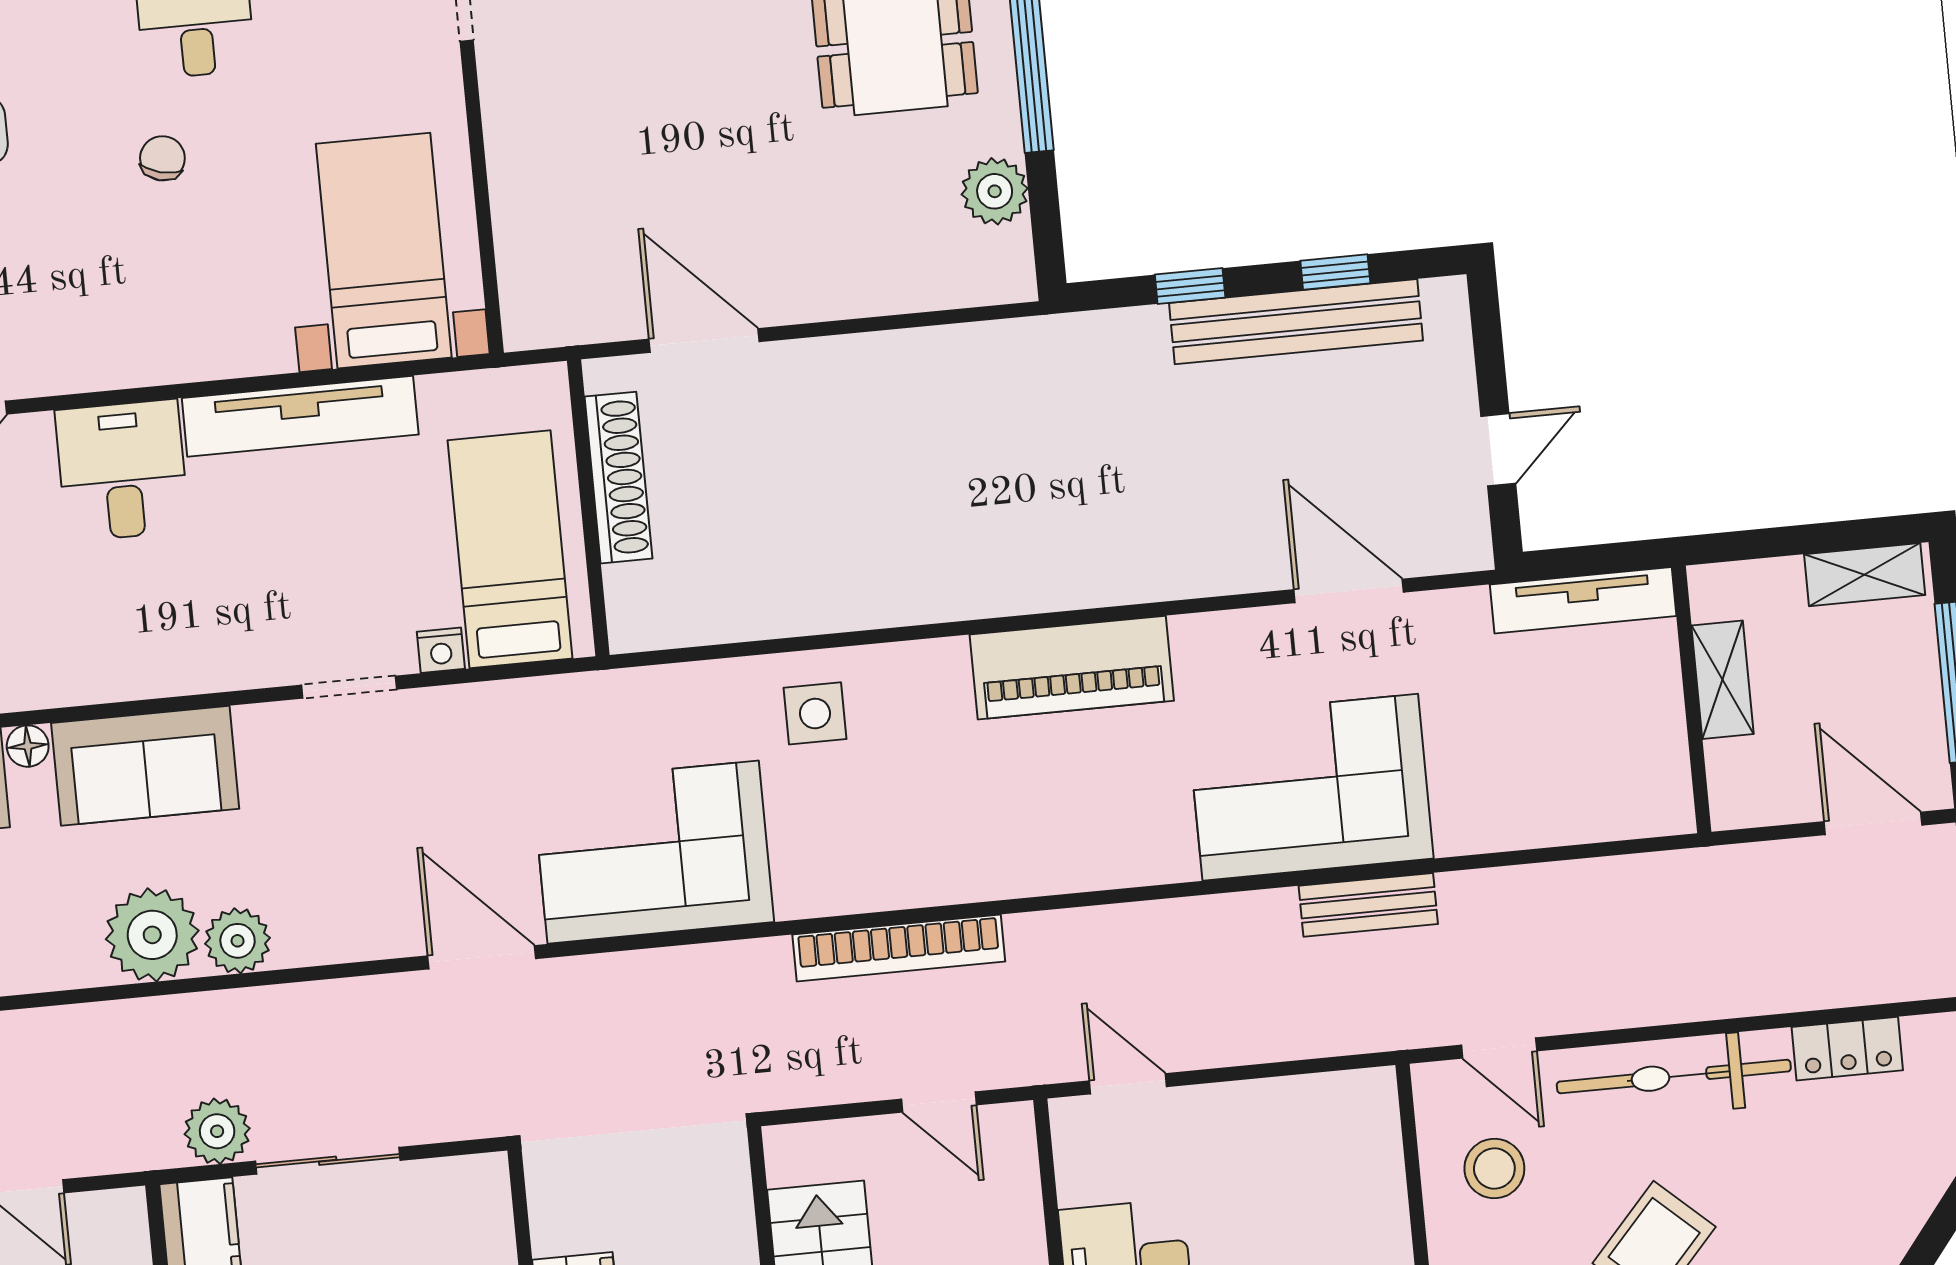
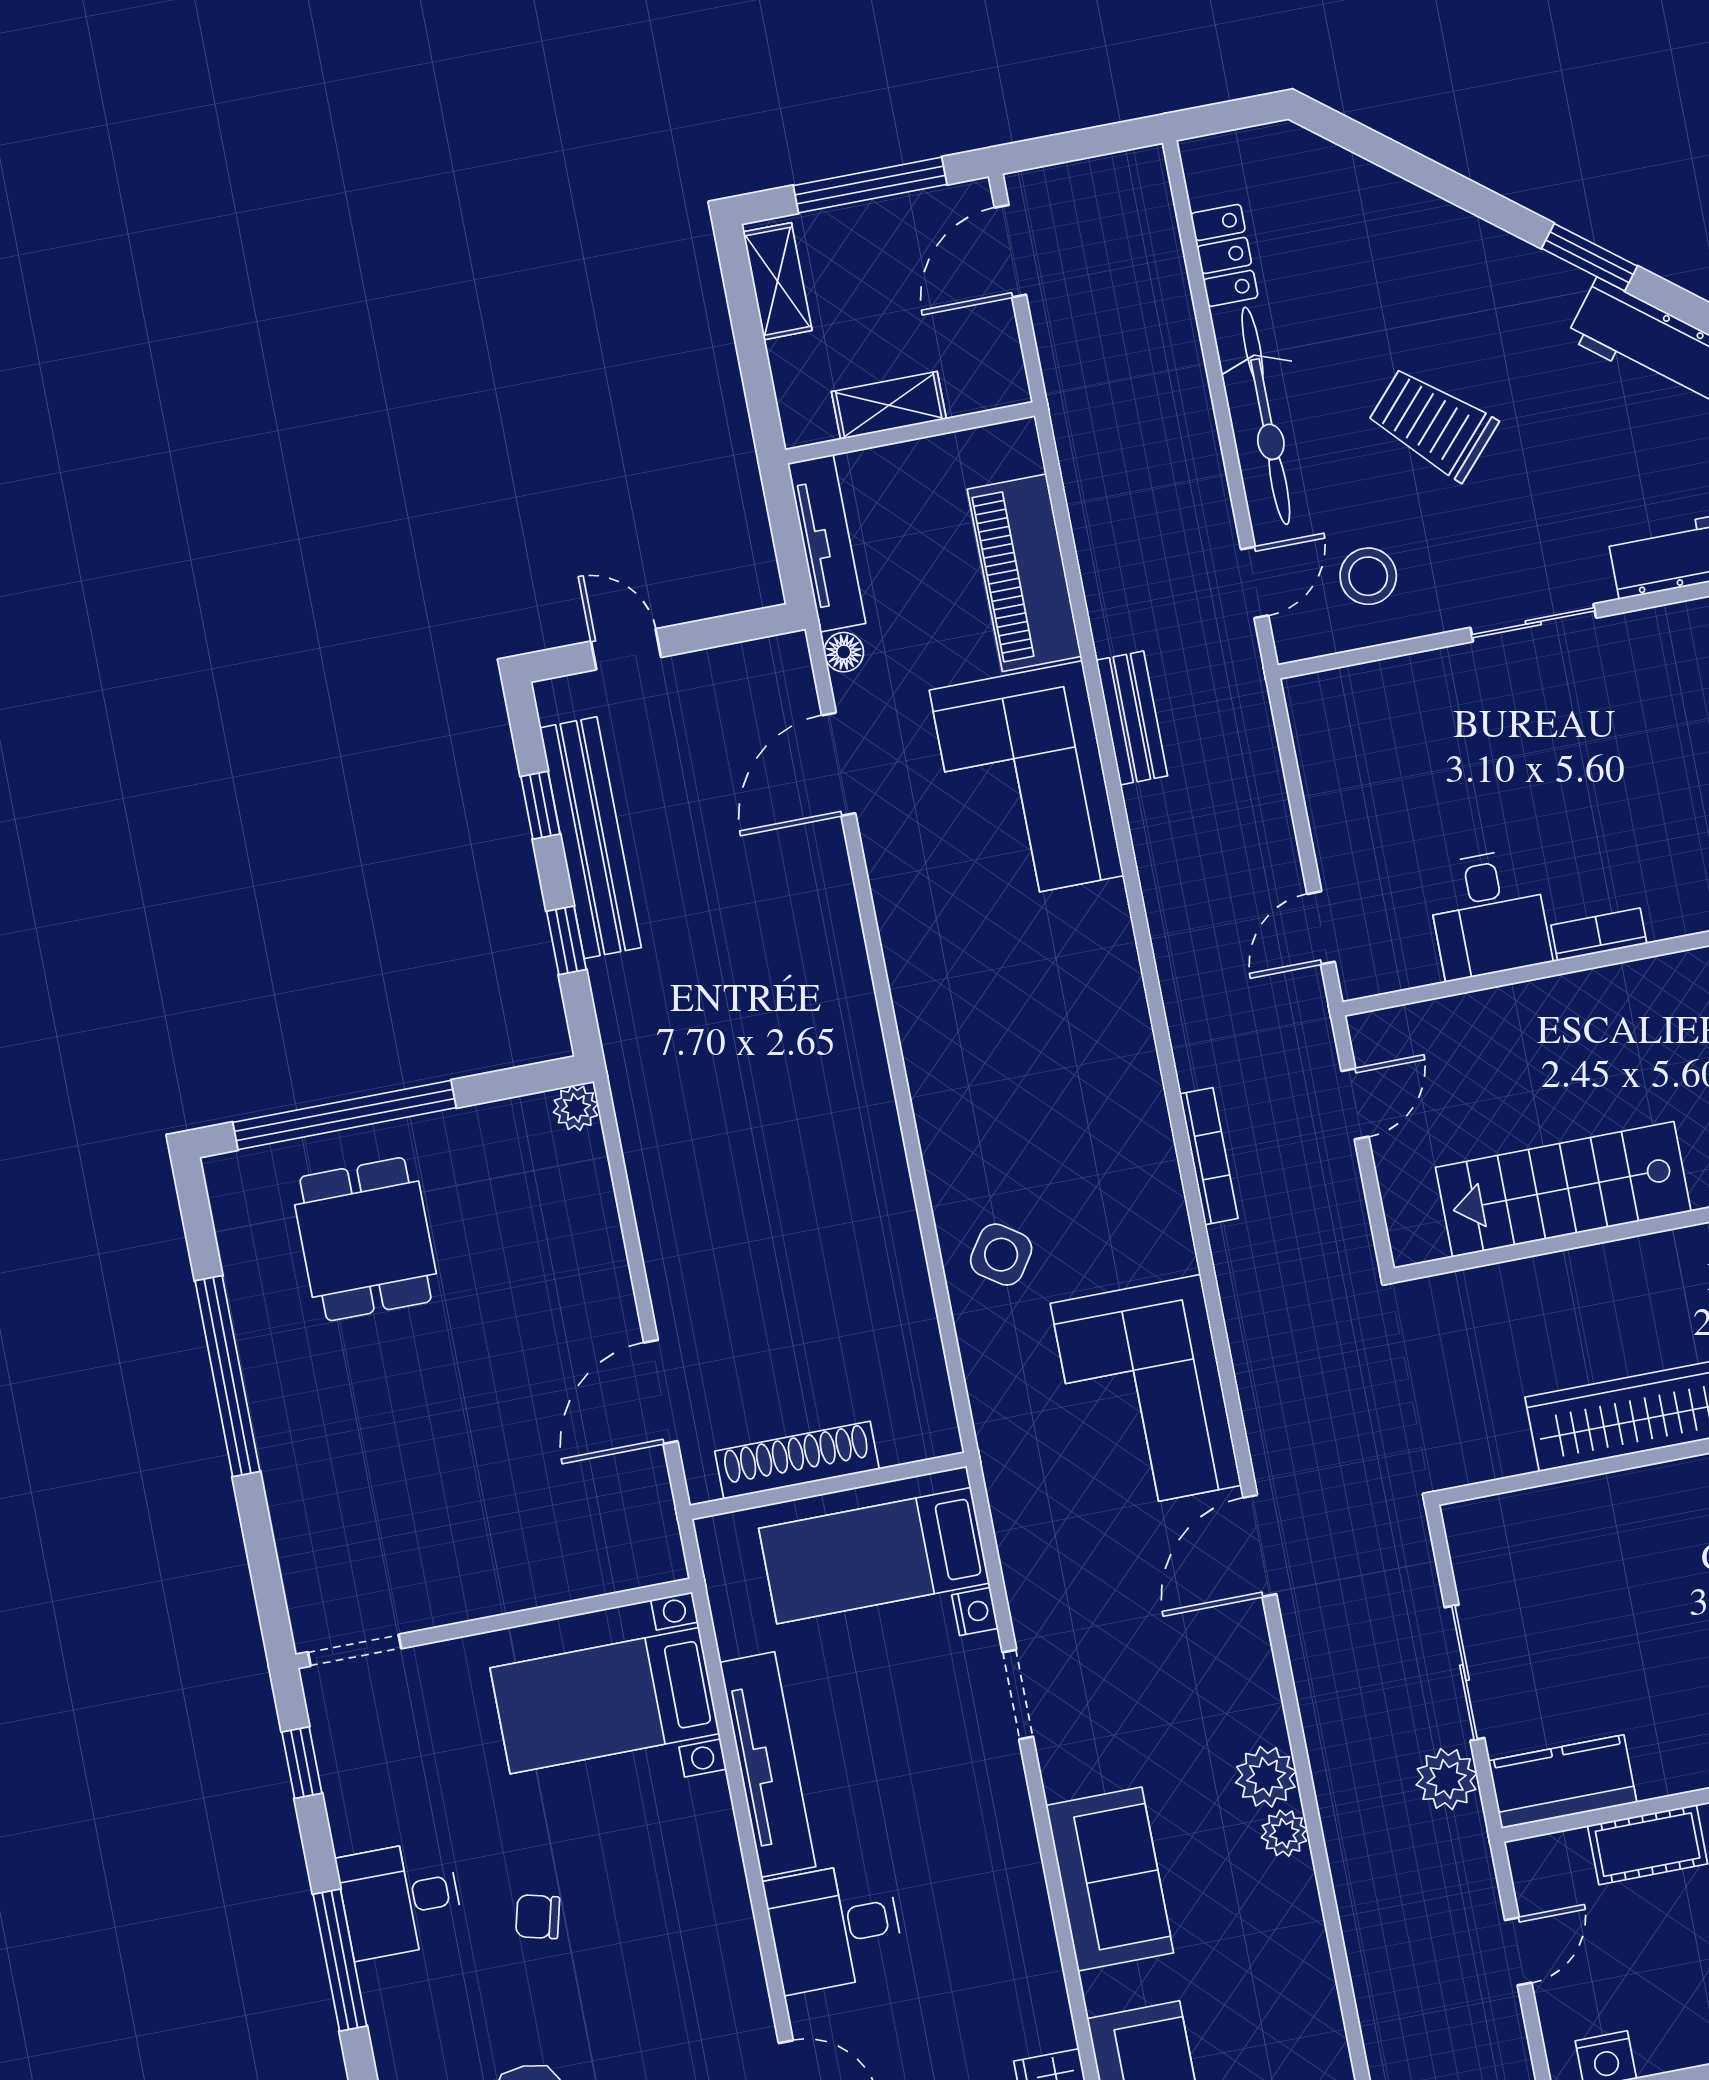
plant: (995, 191) -> (576, 1108), moved, width x0.73, depth x0.73
door: (1498, 450) -> (626, 649), moved
piano: (1072, 668) -> (1024, 573), moved, turned 180
side table: (815, 713) -> (1001, 1255), turned 34
floor lamp: (28, 746) -> (844, 652), moved
plant: (152, 935) -> (1284, 1833), width x0.53, depth x0.53
bookcase: (899, 948) -> (1209, 1156), width x0.68, depth x0.76

